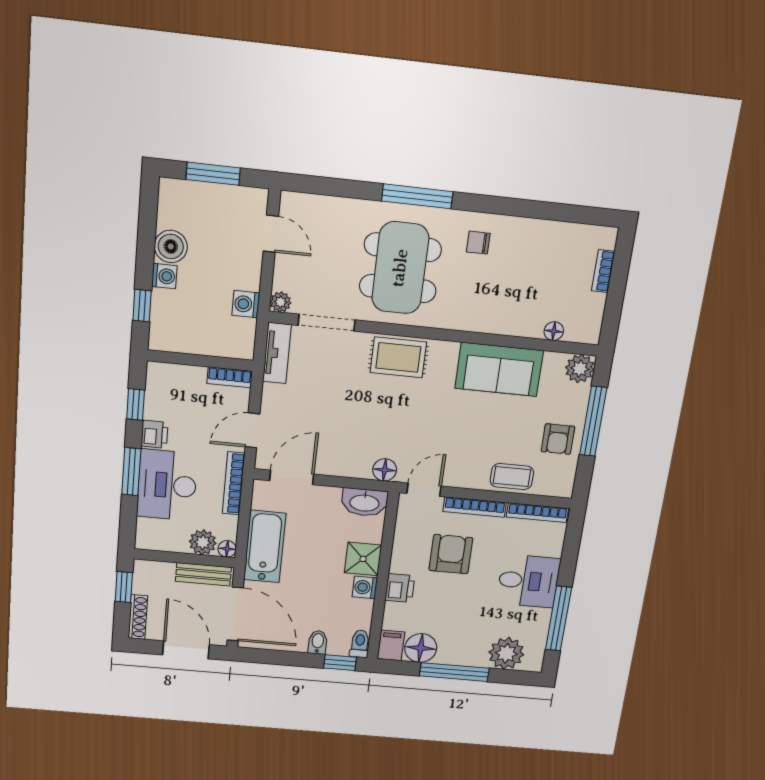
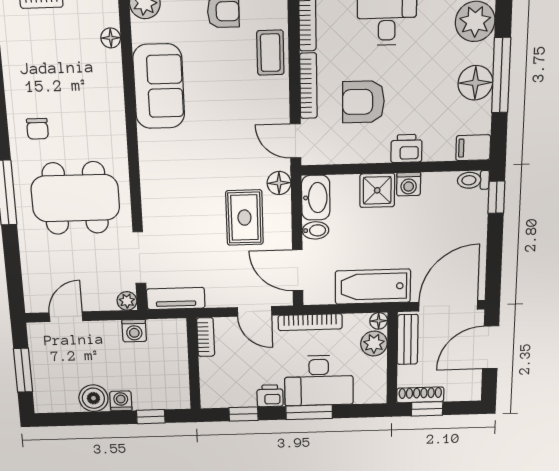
rug: (398, 357) -> (244, 218), moved
shoe rack: (138, 617) -> (420, 395), moved
bidet: (318, 642) -> (315, 230), moved, turned 180
floor lamp: (421, 648) -> (475, 83), moved

